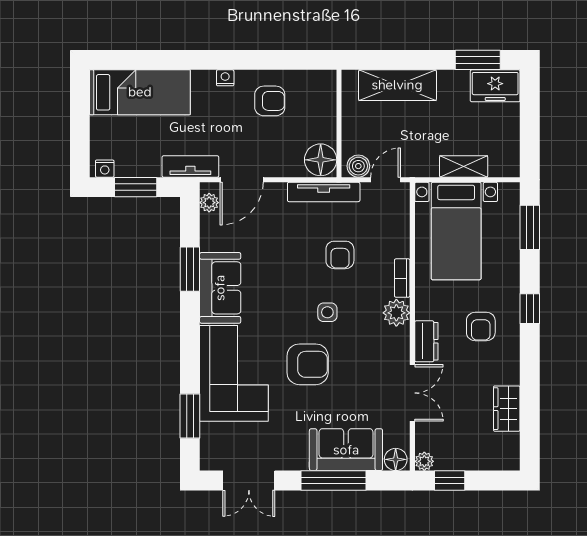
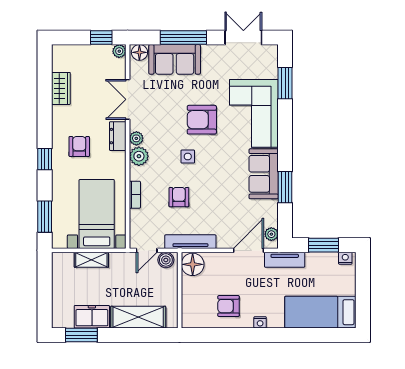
freezer: (495, 86) -> (92, 317), moved
bookcase: (402, 278) -> (135, 195), moved
plant: (400, 338) -> (136, 138), added

